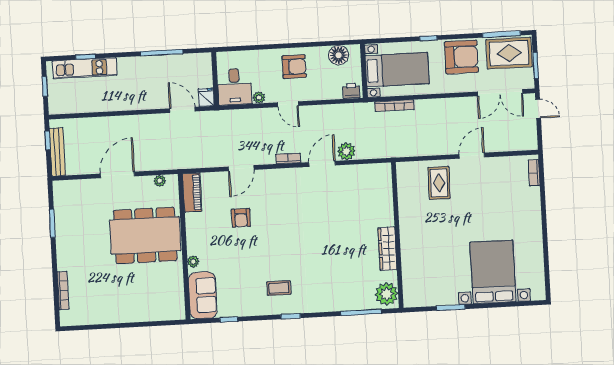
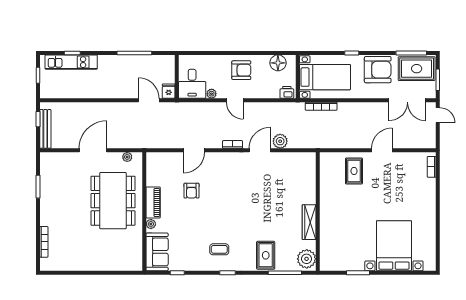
piano: (192, 192) -> (153, 202), moved
dining table: (145, 235) -> (113, 201), turned 90
rug: (336, 292) -> (266, 255), added

